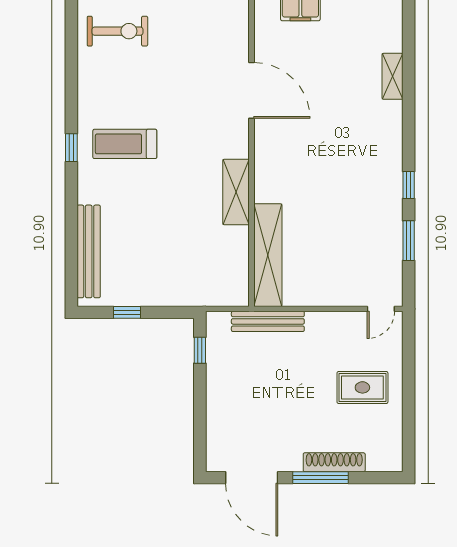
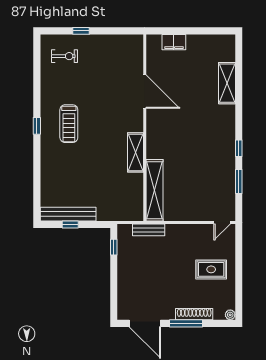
exercise bike: (117, 31) -> (64, 56), width x0.73, depth x0.72
shelving: (392, 76) -> (227, 83), width x1.50, depth x1.33
treadmill: (125, 144) -> (69, 124), turned -90
bench: (89, 251) -> (68, 214), moved, turned 90
bench: (268, 321) -> (149, 230), width x0.73
plant: (394, 463) -> (230, 315), added

